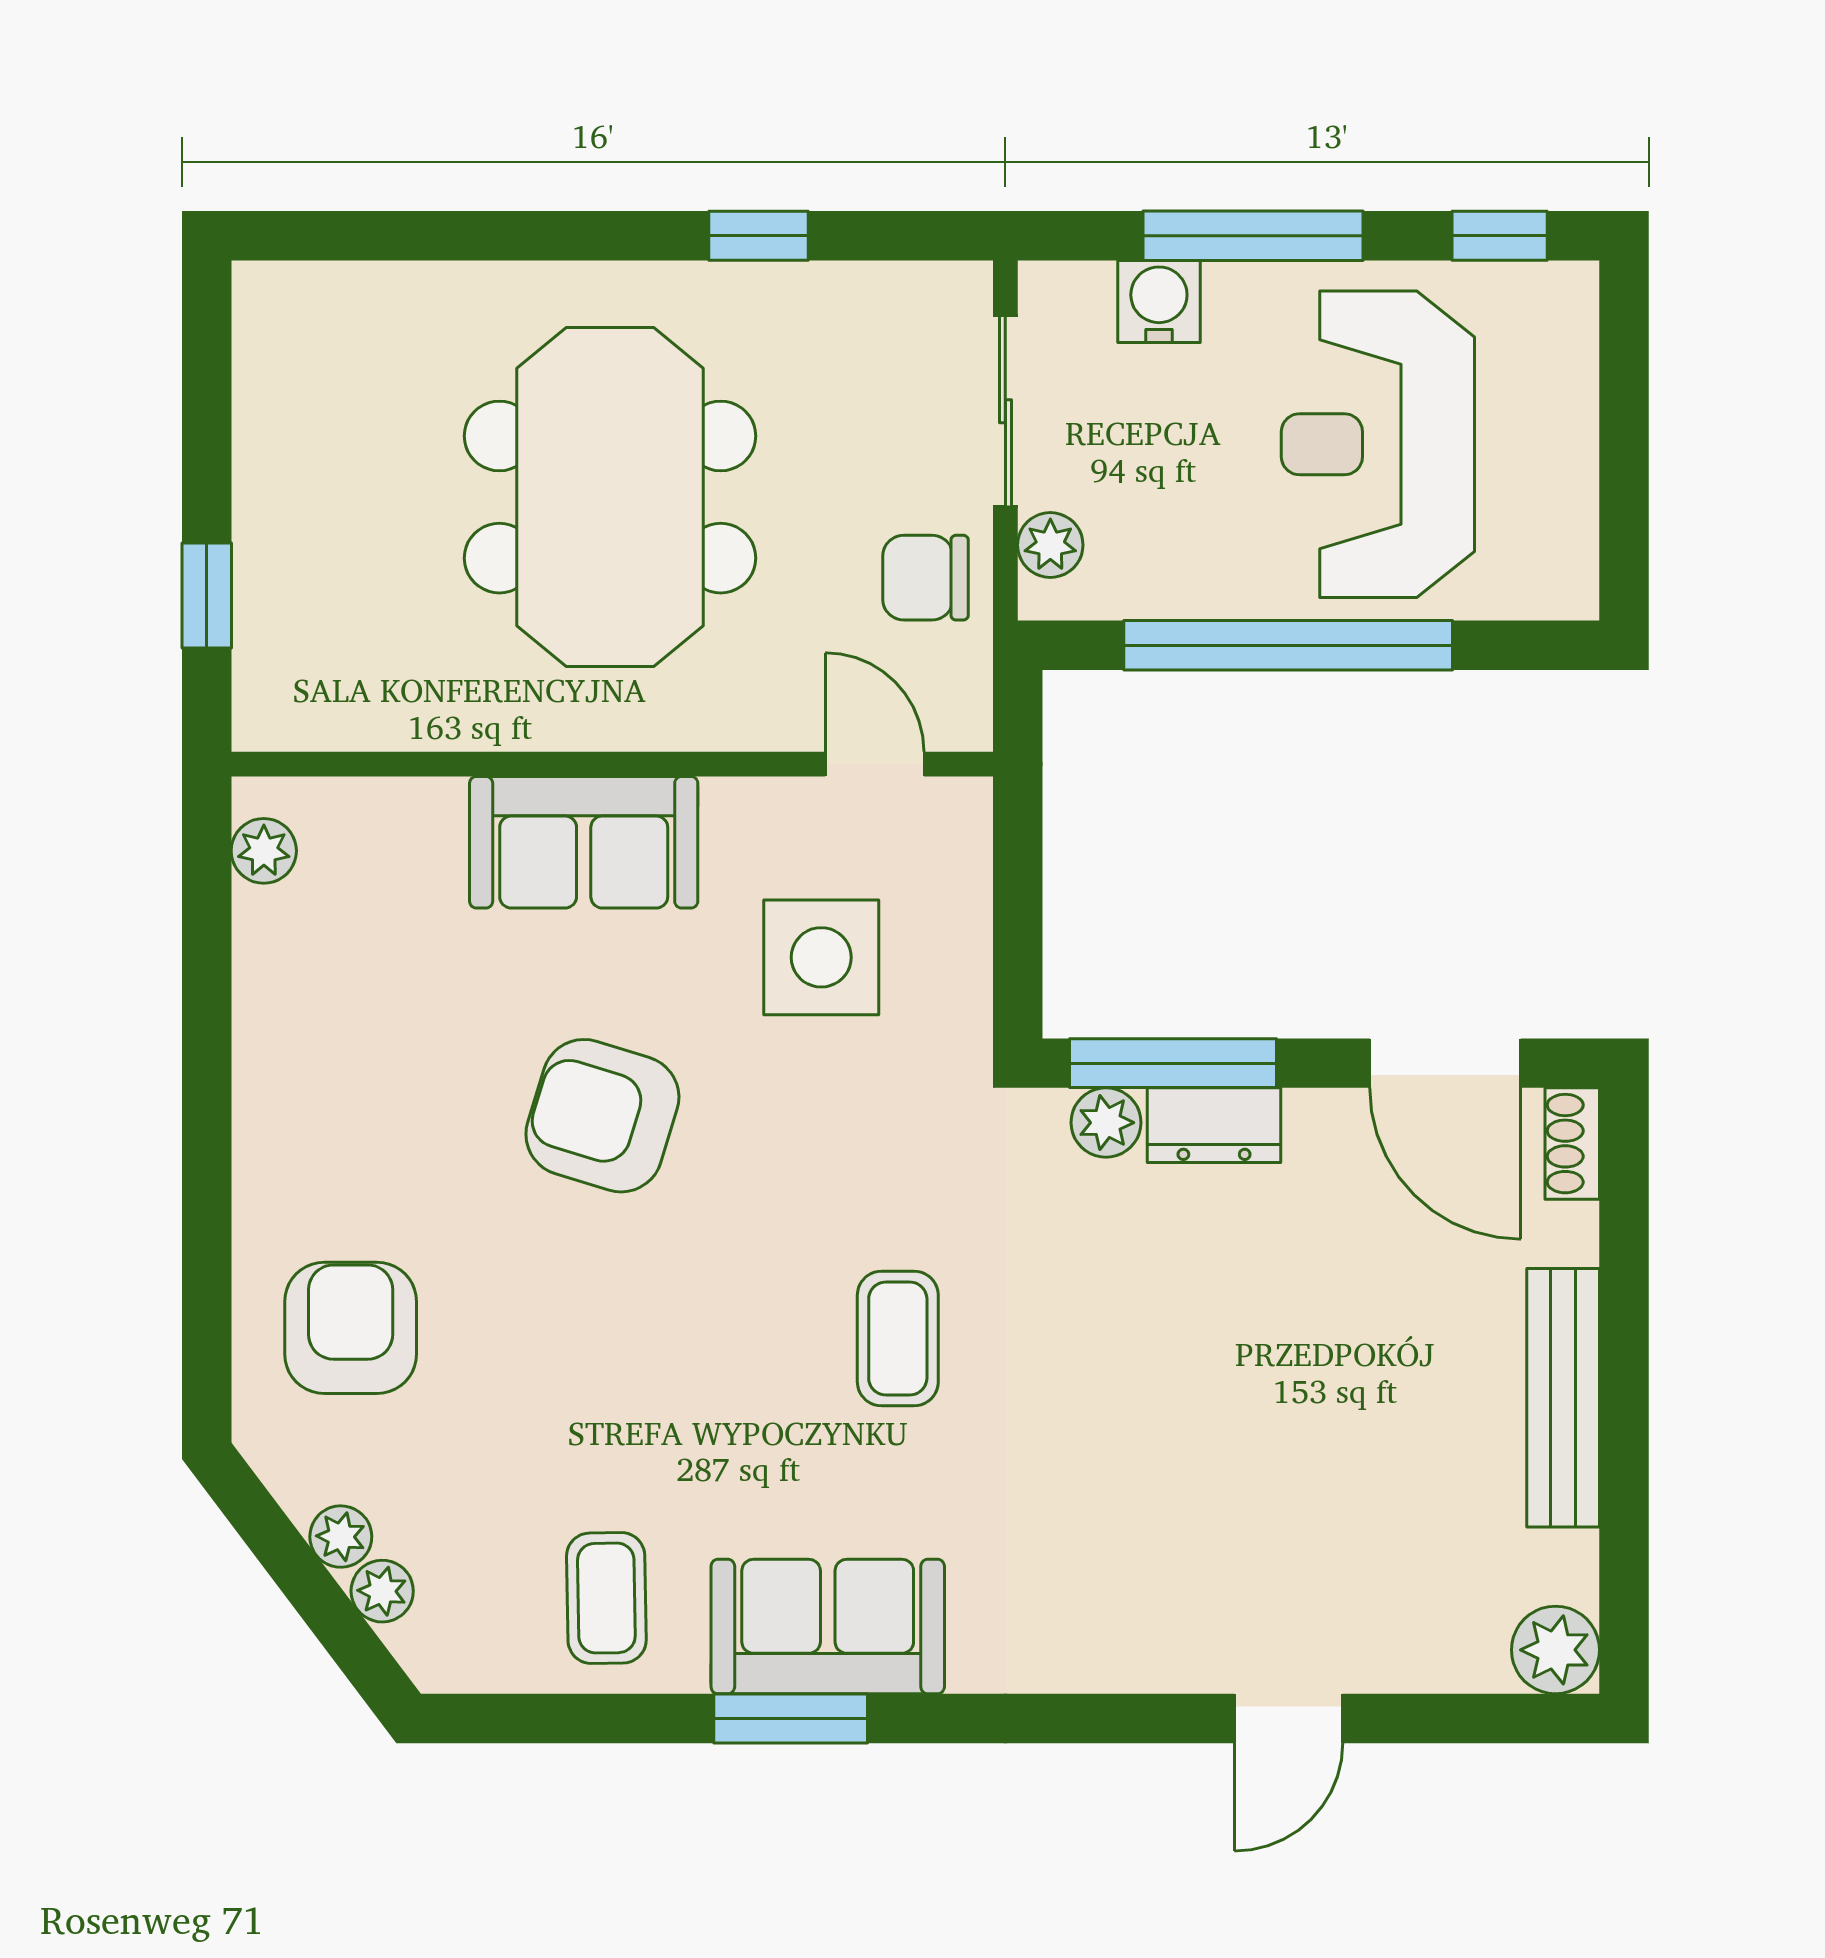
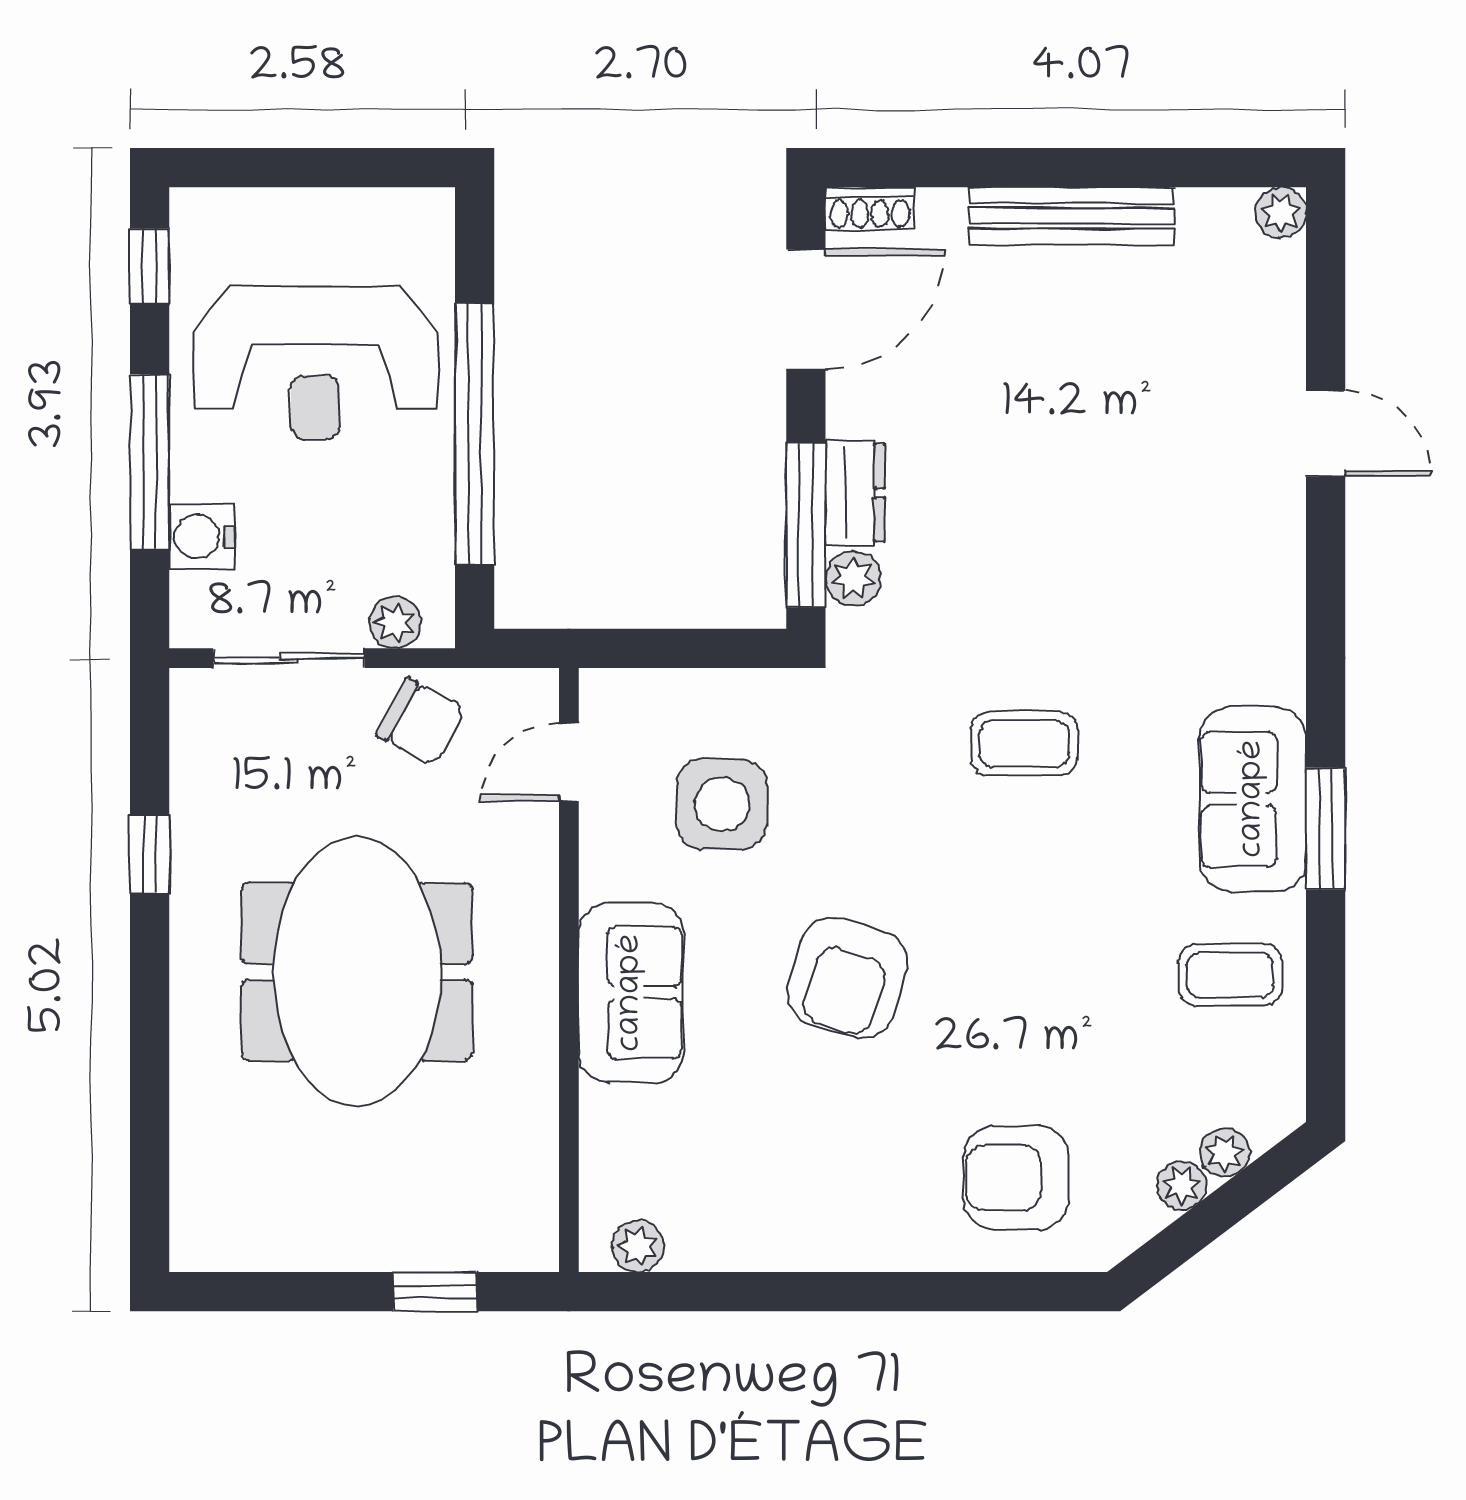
meeting table: (610, 497) -> (357, 972), turned 90
chair: (926, 578) -> (421, 722), turned -62
plant: (1555, 1650) -> (1281, 212), width x0.73, depth x0.73

